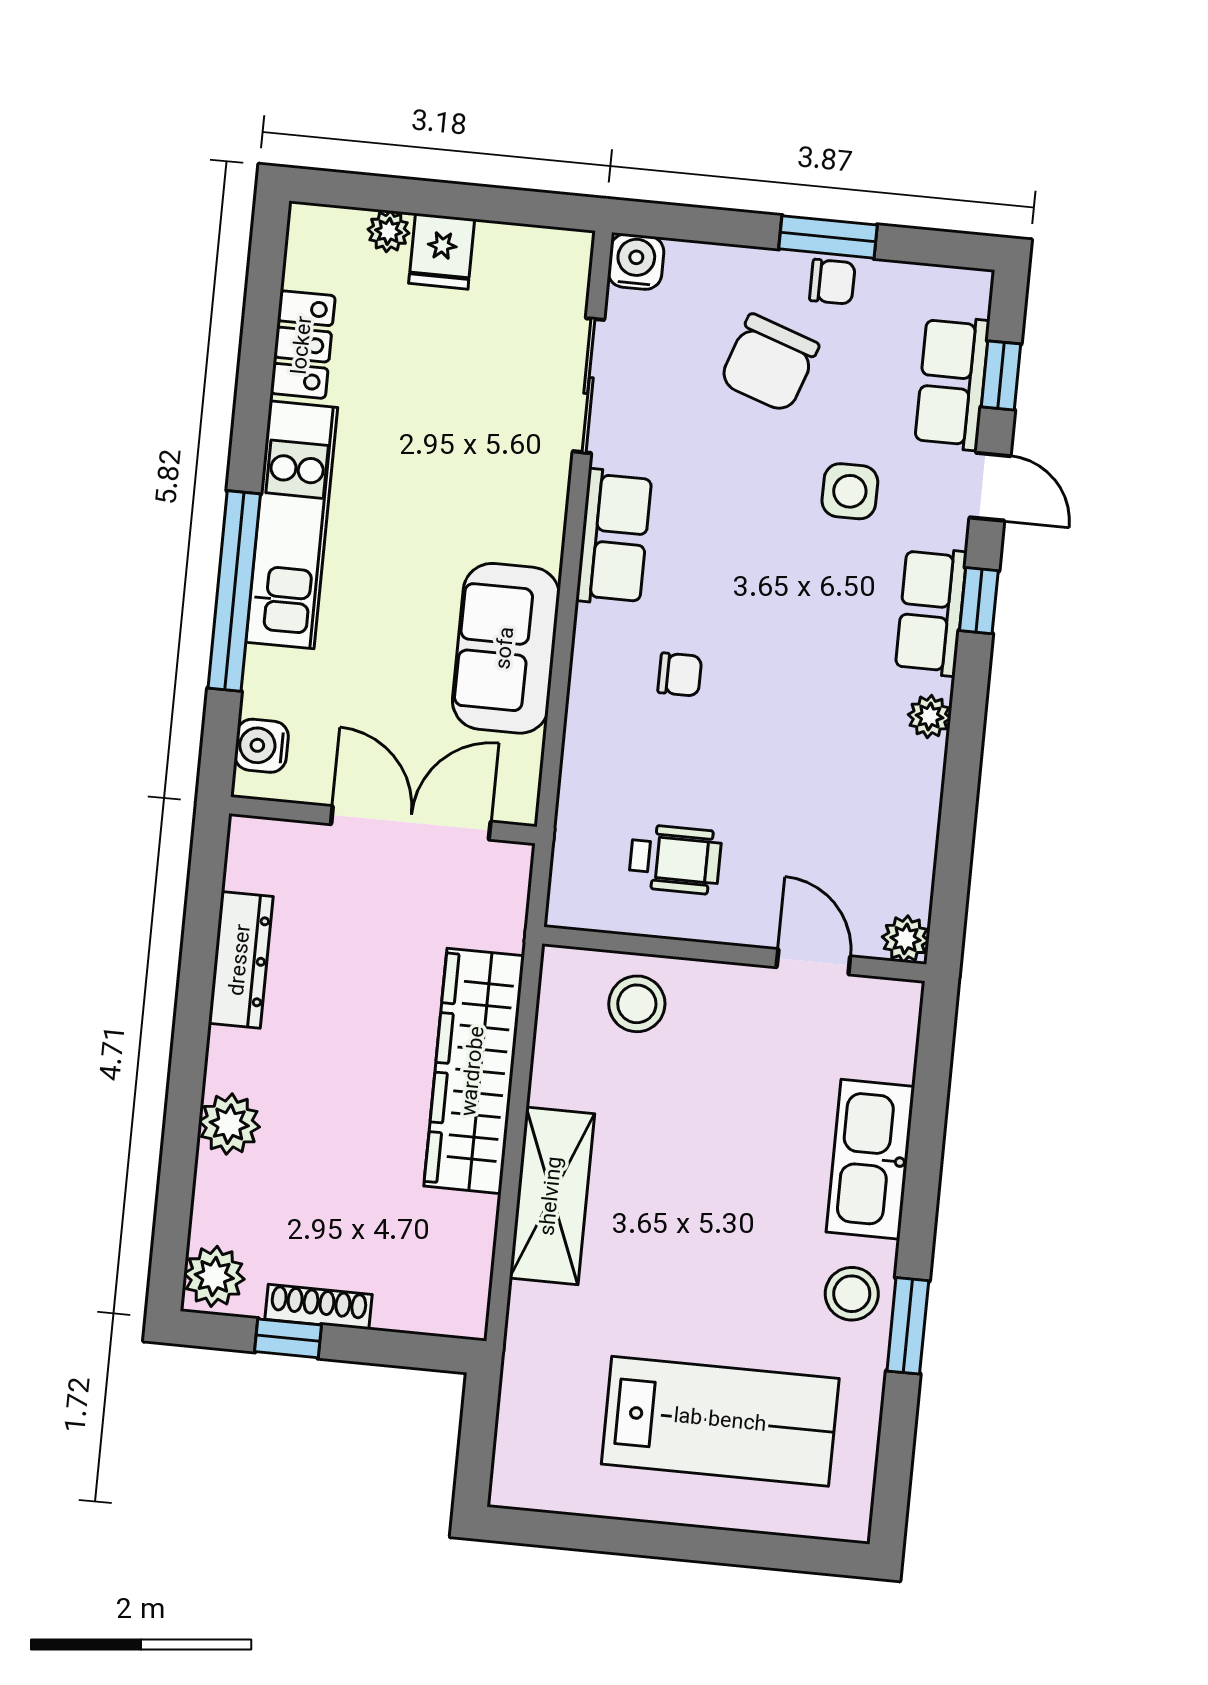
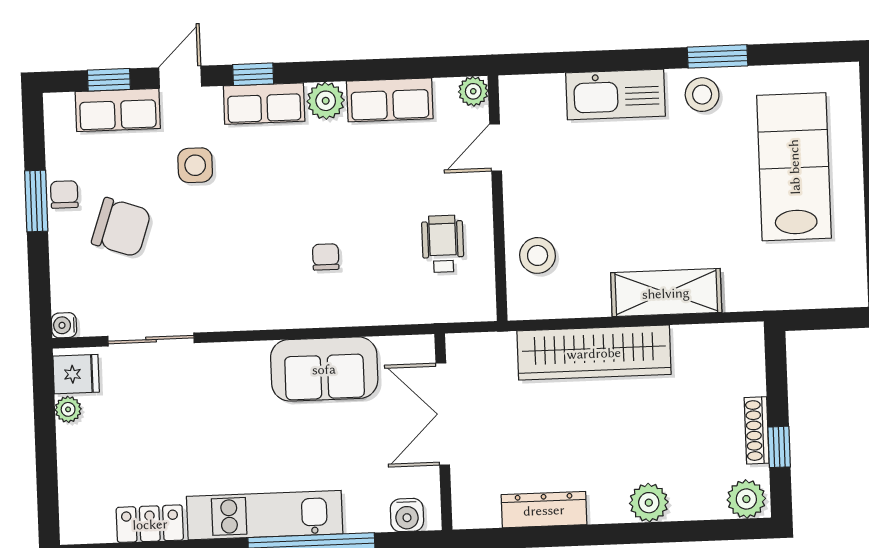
plant: (389, 231) -> (68, 409), moved
fridge: (442, 251) -> (76, 374), moved
water cooler: (636, 262) -> (64, 325), width x0.72, depth x0.72
row of seats: (614, 537) -> (390, 100), moved, turned 180
plant: (929, 716) -> (326, 101), width x1.38, depth x1.38

